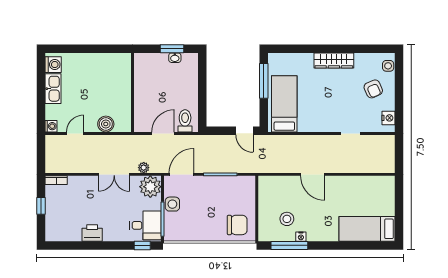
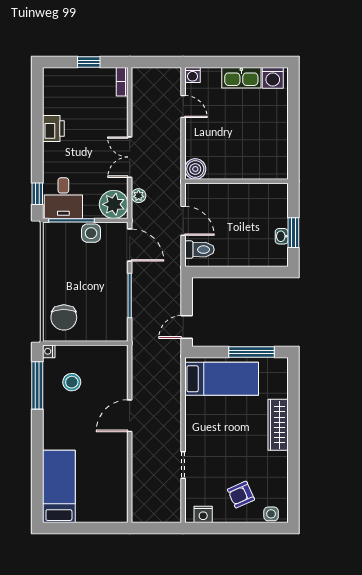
wardrobe: (334, 60) -> (278, 425), moved
boiler: (106, 124) -> (195, 169), moved
nightstand: (301, 237) -> (49, 351), moved

